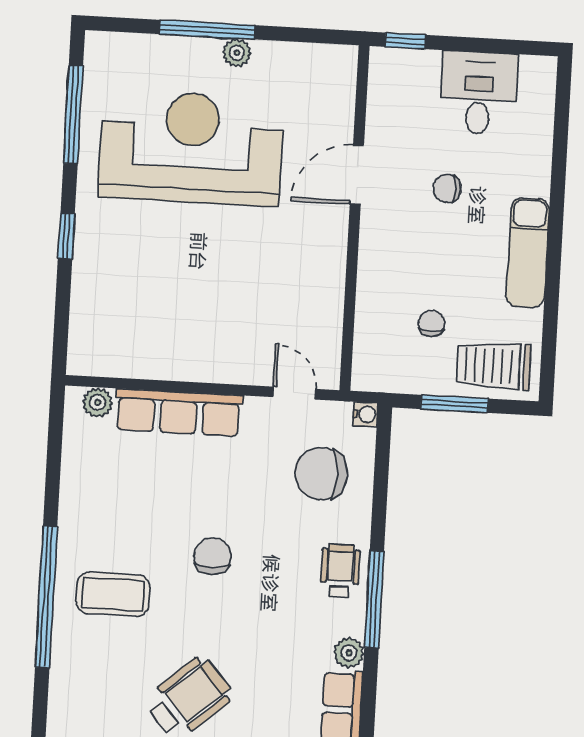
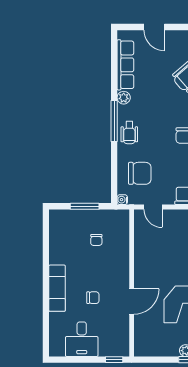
exam couch: (528, 253) -> (57, 288), moved
trolley: (494, 366) -> (69, 223), removed

